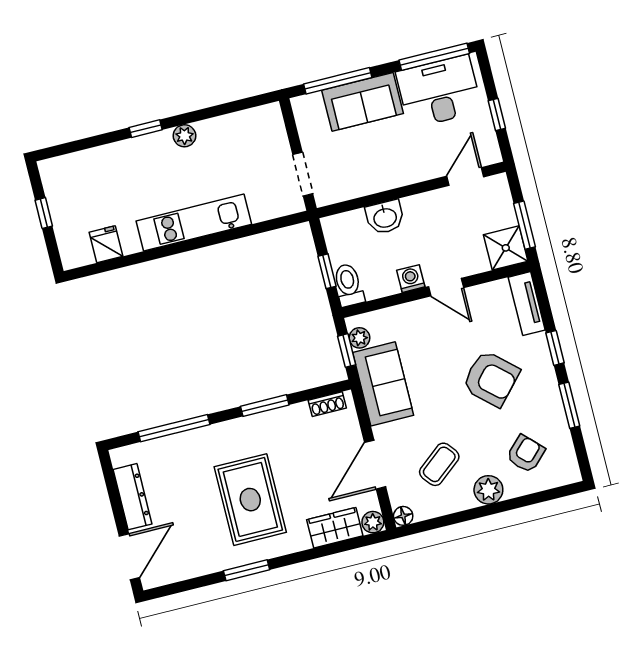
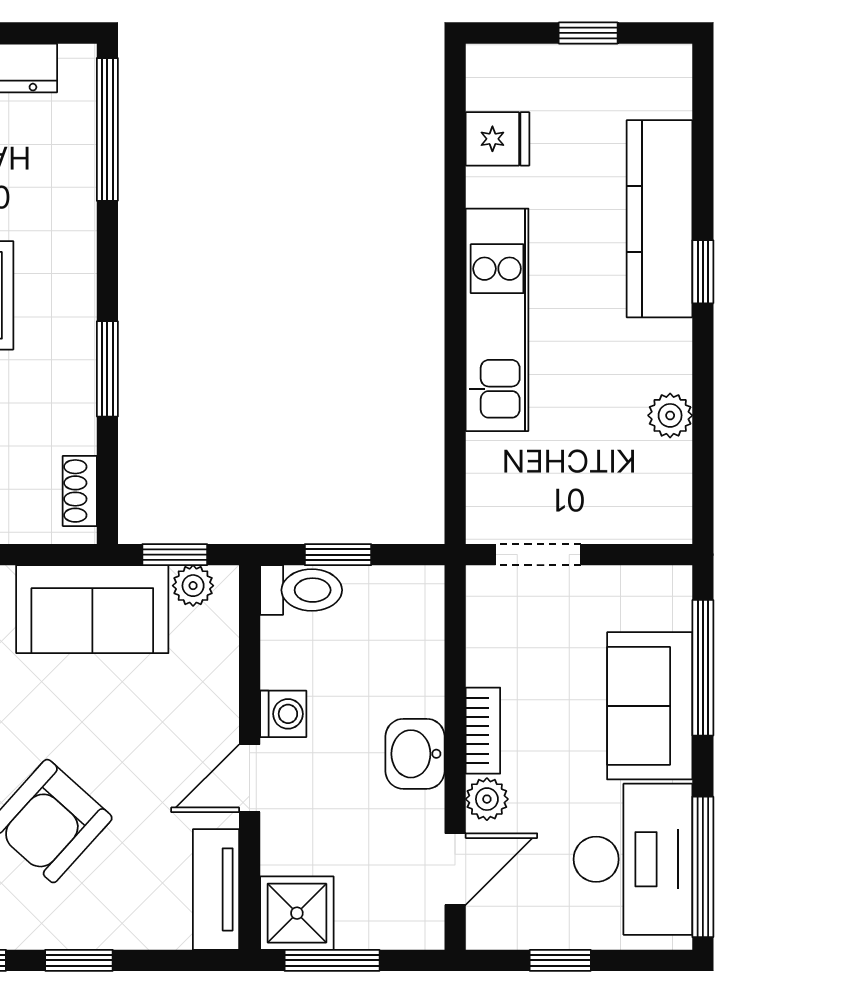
plant: (184, 136) -> (670, 415), moved
kitchen counter: (125, 156) -> (659, 219), added
plant: (427, 170) -> (487, 799), added
door: (465, 176) -> (455, 869), hinge flipped
bookcase: (395, 180) -> (483, 731), added
washbasin: (385, 217) -> (415, 754), moved
tv unit: (527, 304) -> (216, 889), moved, turned -90
window: (174, 428) -> (107, 129), moved

